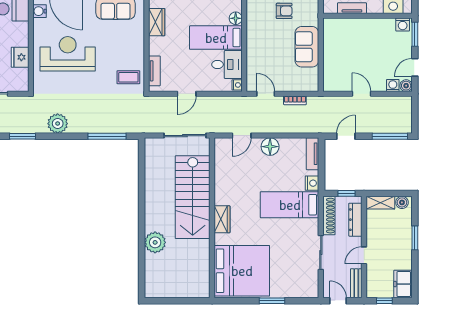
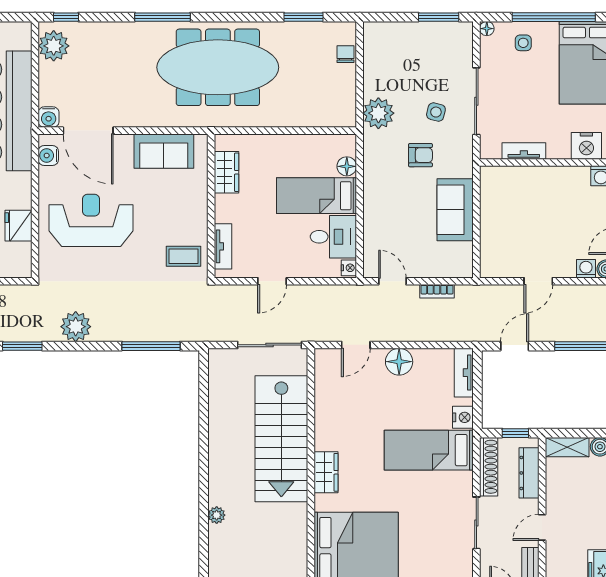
door: (361, 94) -> (538, 281), swing flipped
plant: (155, 242) -> (217, 515), width x0.53, depth x0.53

